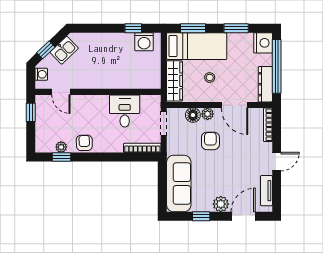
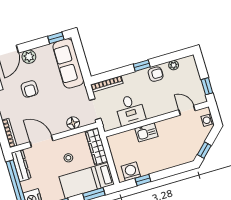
window: (46, 50) -> (204, 150), moved
kitchen sink: (64, 50) -> (146, 132), moved, turned -136
plant: (207, 114) -> (61, 127), removed
armchair: (210, 141) -> (30, 89), moved
armchair: (84, 143) -> (156, 74), turned -89
window: (62, 157) -> (142, 66), moved
window: (201, 216) -> (56, 38), moved

